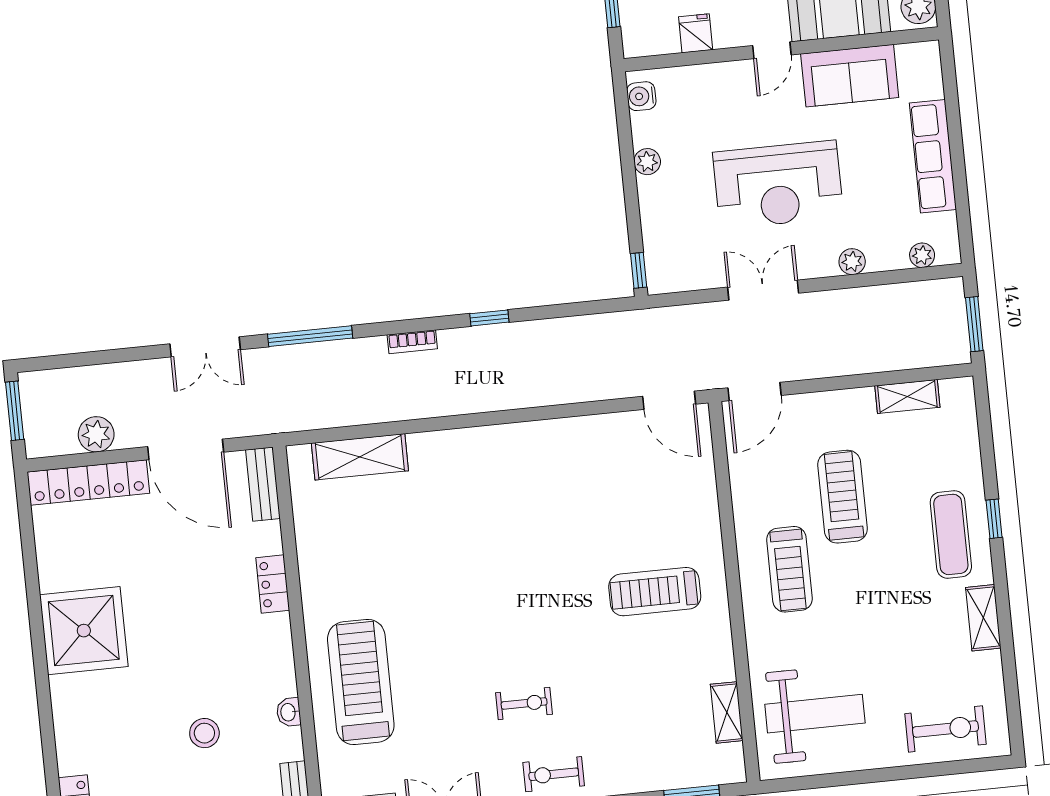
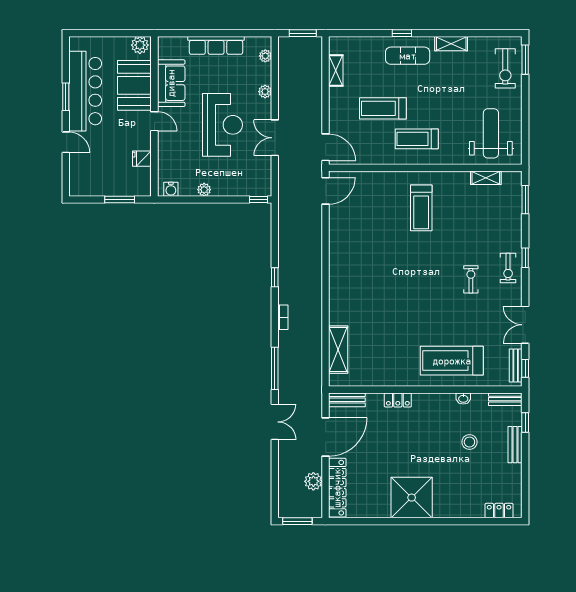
treadmill: (789, 569) -> (417, 139), turned 180
exercise bike: (946, 729) -> (505, 68), turned 180
window: (967, 766) -> (525, 60), added

